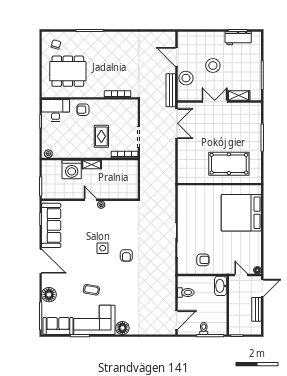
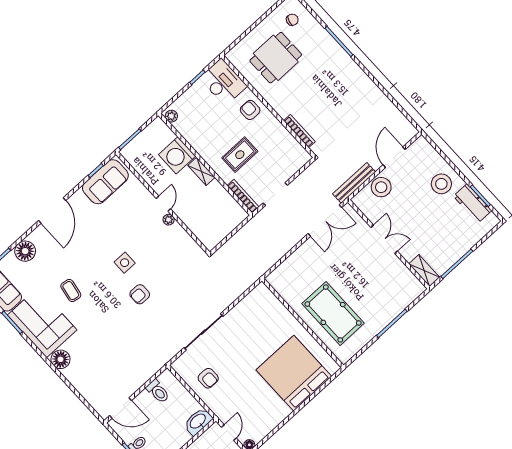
stool: (213, 66) -> (441, 184), moved
dining table: (68, 71) -> (276, 58), width x0.73
shelving: (239, 96) -> (424, 271), moved
sofa: (51, 225) -> (105, 182), width x0.73

